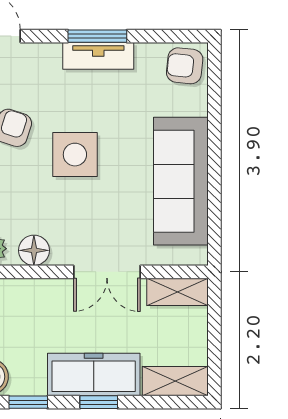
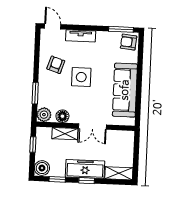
window: (97, 36) -> (121, 29), moved
tv unit: (98, 56) -> (81, 36), moved
shelving: (178, 292) -> (65, 134), moved

